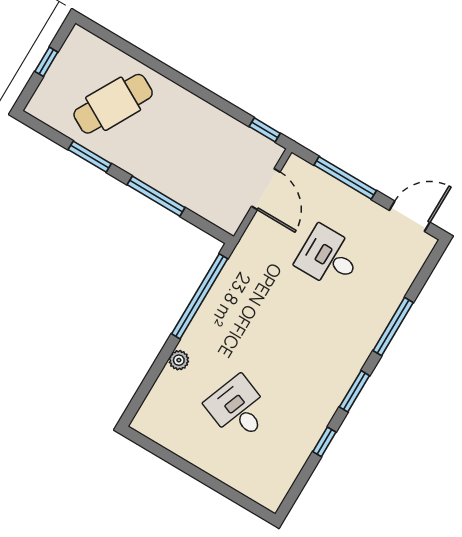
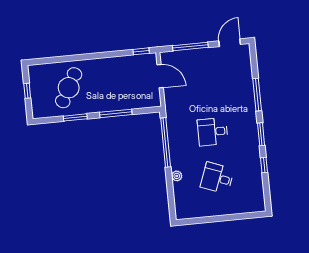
desk: (329, 257) -> (213, 132), moved

